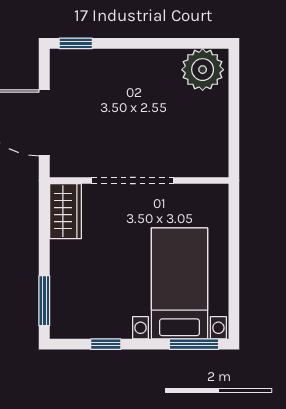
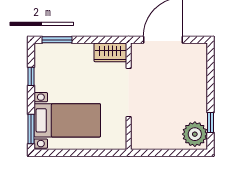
window: (76, 43) -> (210, 123), moved

